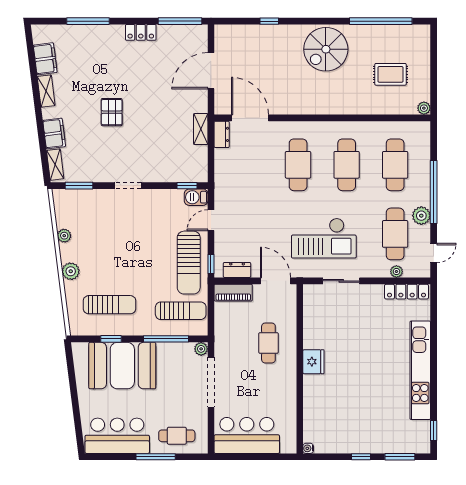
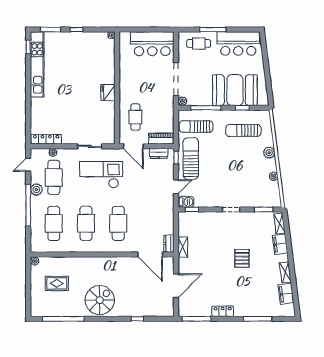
cafe table: (268, 343) -> (135, 117), moved
kitchen unit: (420, 370) -> (37, 64), moved

